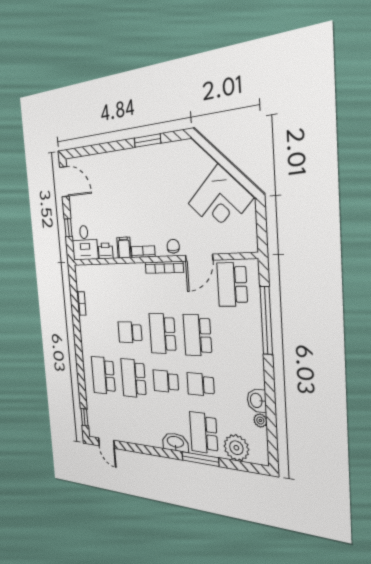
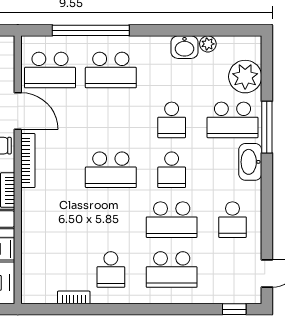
school desk: (130, 332) -> (111, 269), moved
school desk: (197, 335) -> (111, 70), moved
school desk: (137, 423) -> (232, 220), added

